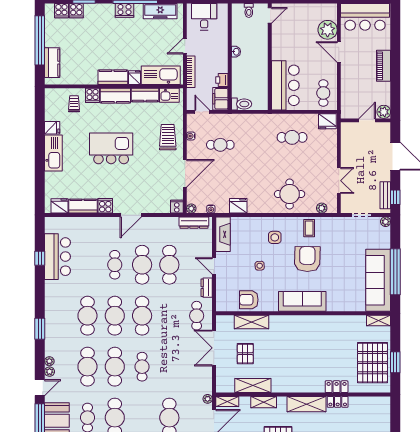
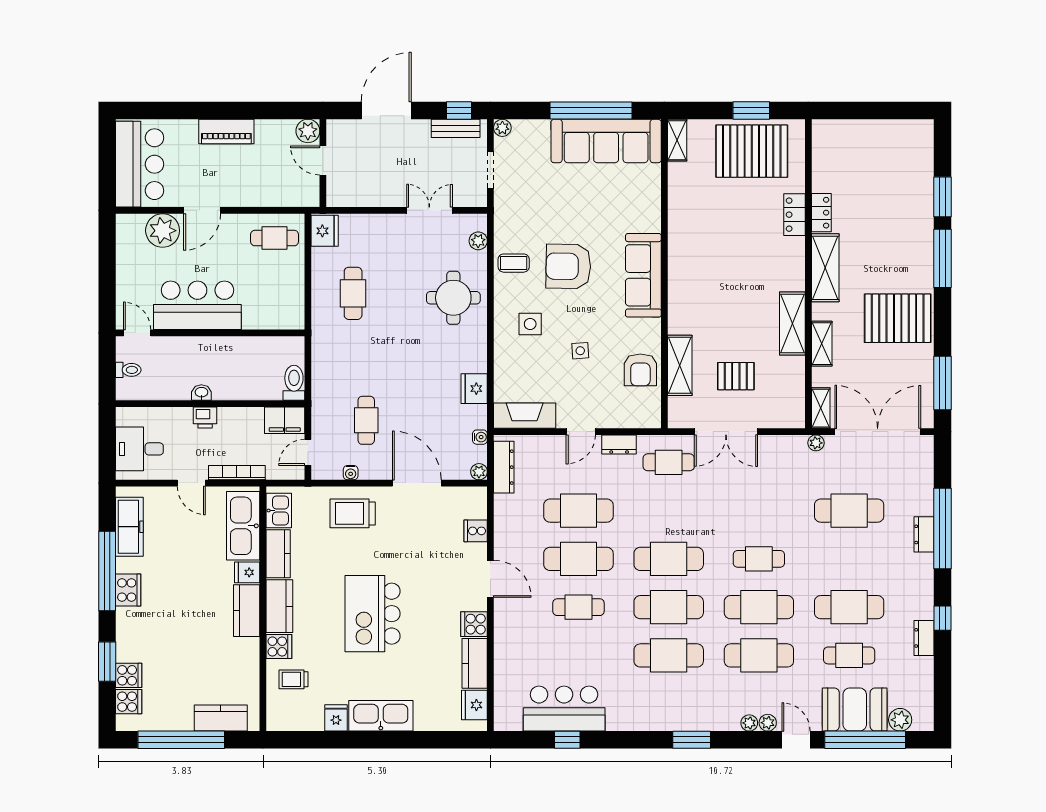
printer: (222, 80) -> (205, 417), moved
bar counter: (285, 85) -> (197, 305), moved
cooker: (177, 207) -> (476, 531), moved
shelving: (253, 386) -> (792, 323), moved

